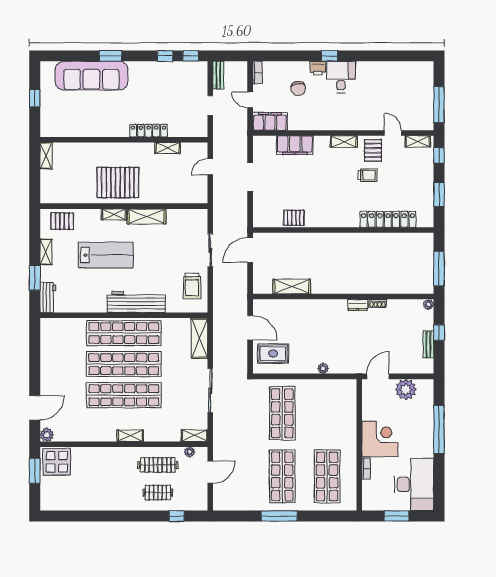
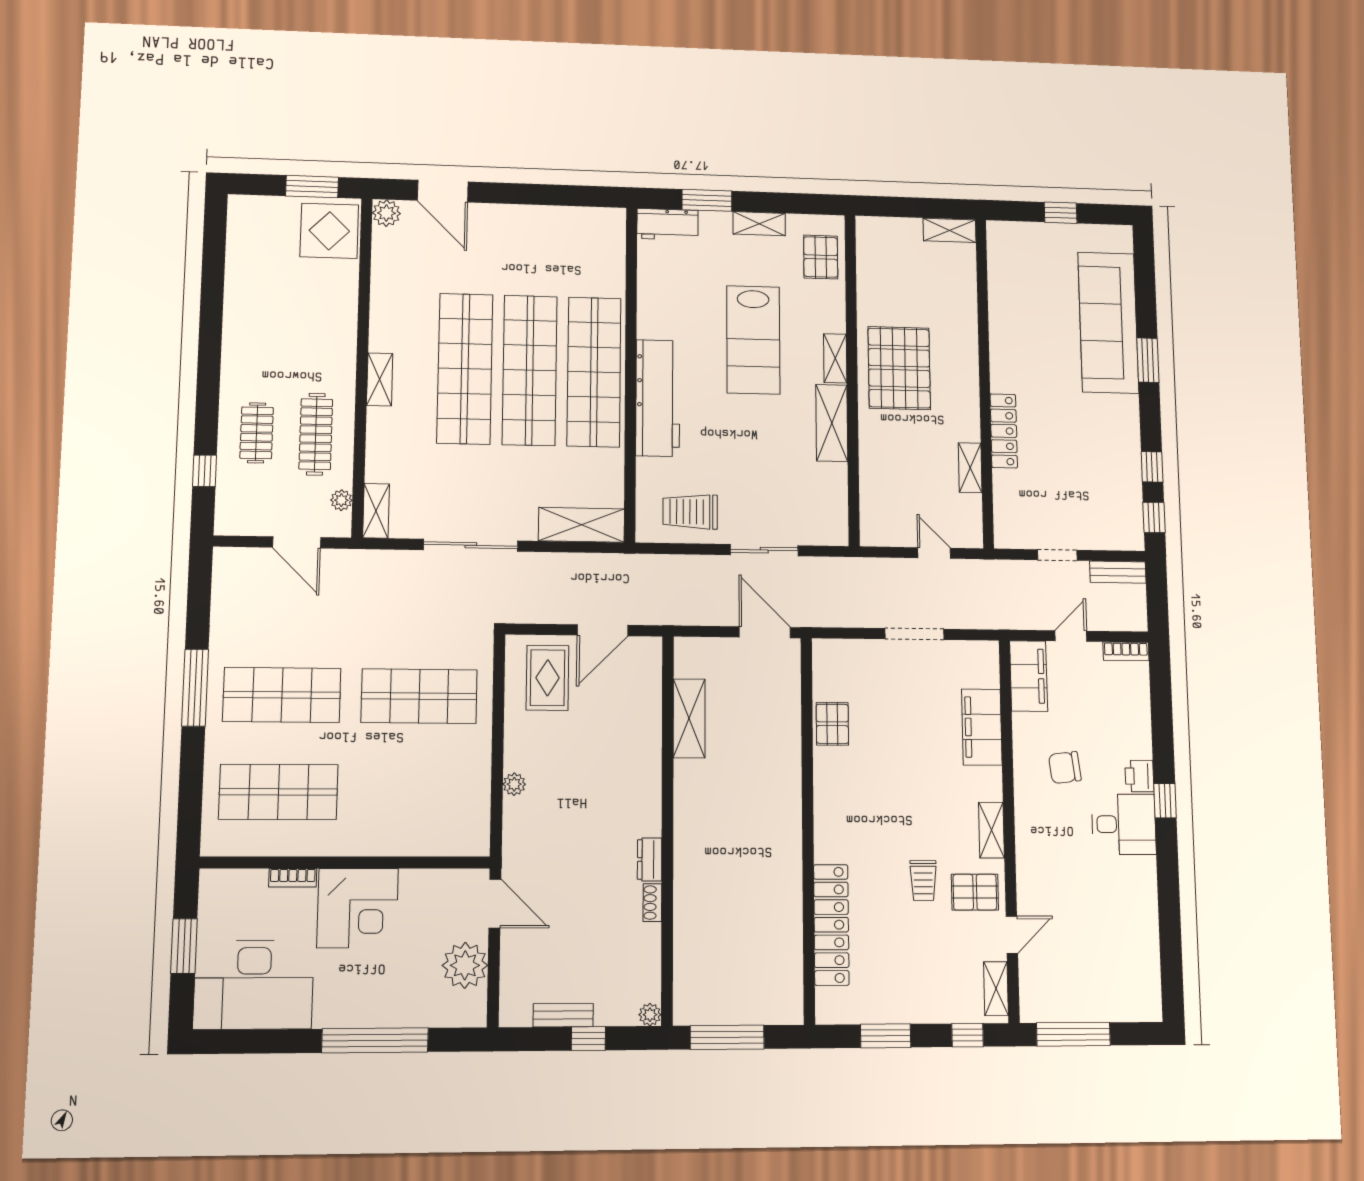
chair: (298, 89) -> (1065, 768), moved

